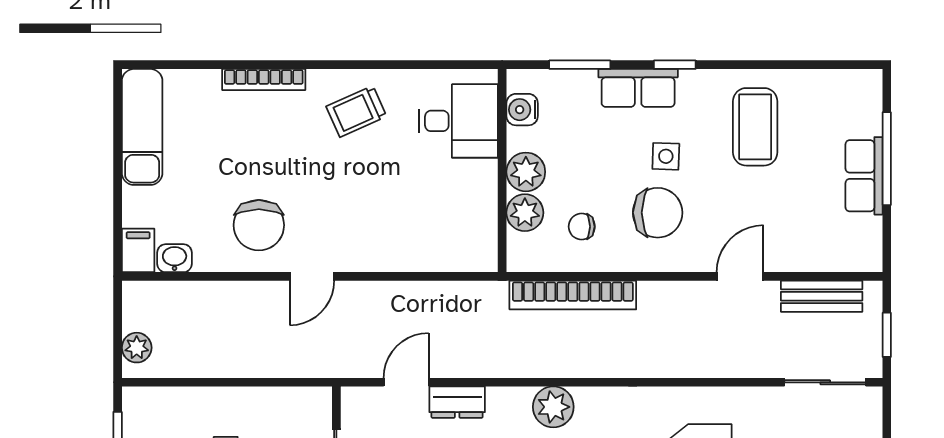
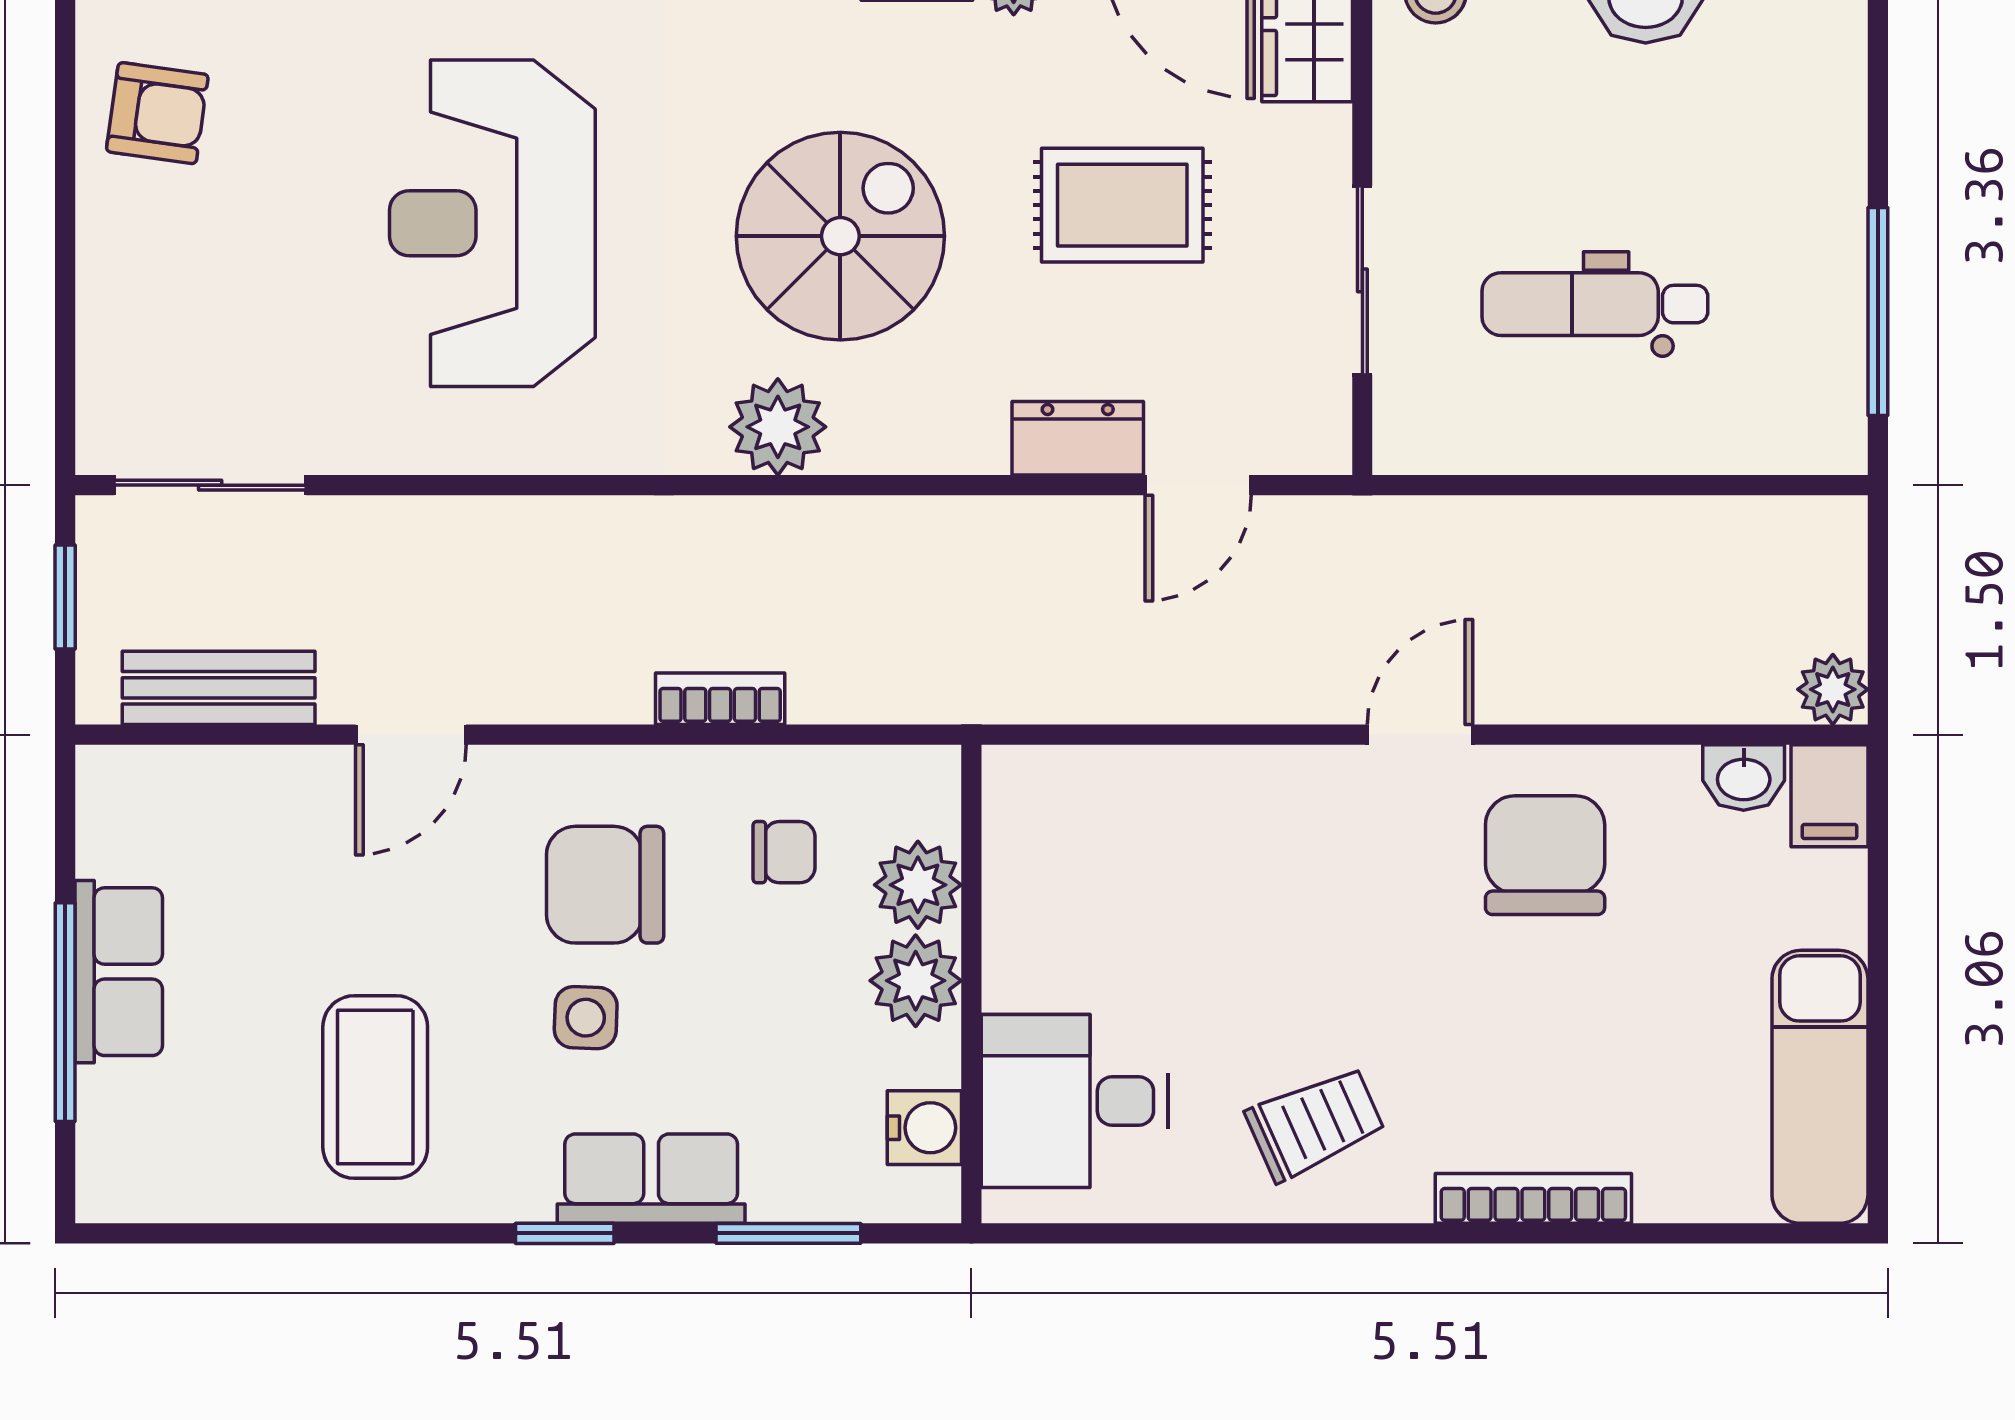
bookcase: (573, 295) -> (720, 699), width x0.43, depth x0.76
plant: (137, 348) -> (1833, 689), moved
plant: (553, 407) -> (778, 427), moved

